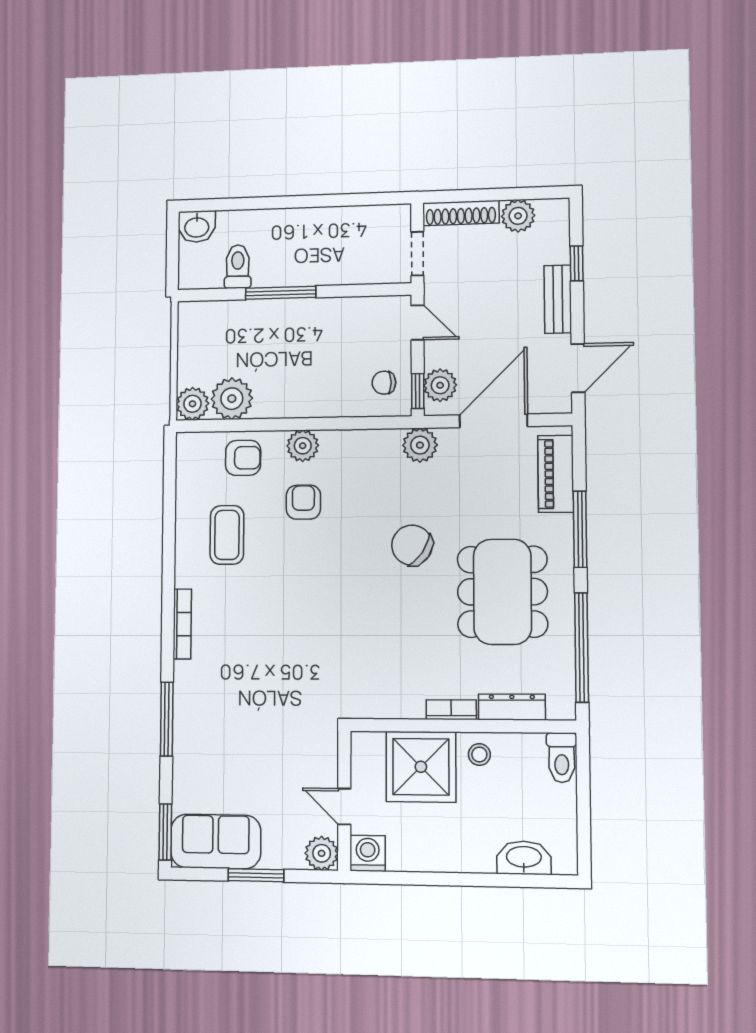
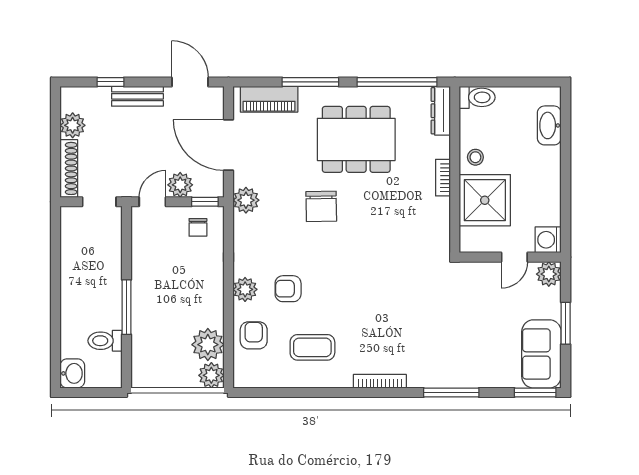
plant: (440, 385) -> (180, 185), moved
chair: (412, 545) -> (321, 206), turned -35
dresser: (512, 707) -> (441, 111), moved

